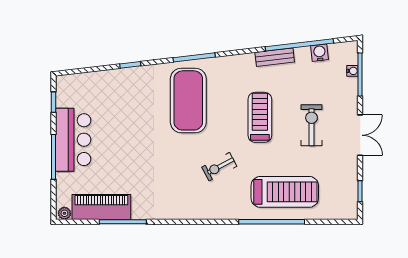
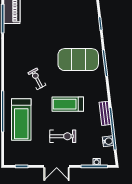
treadmill: (260, 117) -> (68, 104), turned 180

